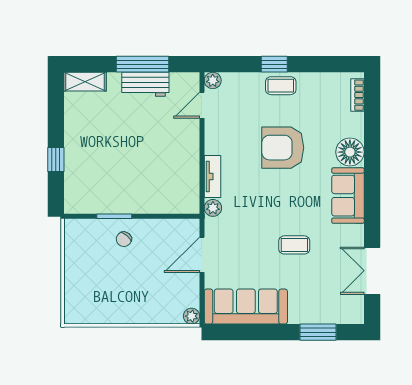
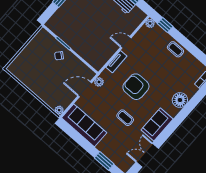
window: (274, 64) -> (165, 25), moved
door: (202, 105) -> (126, 42), moved
armchair: (283, 148) -> (136, 87), moved
sofa: (348, 196) -> (157, 124), moved
plant: (213, 208) -> (99, 82), moved

